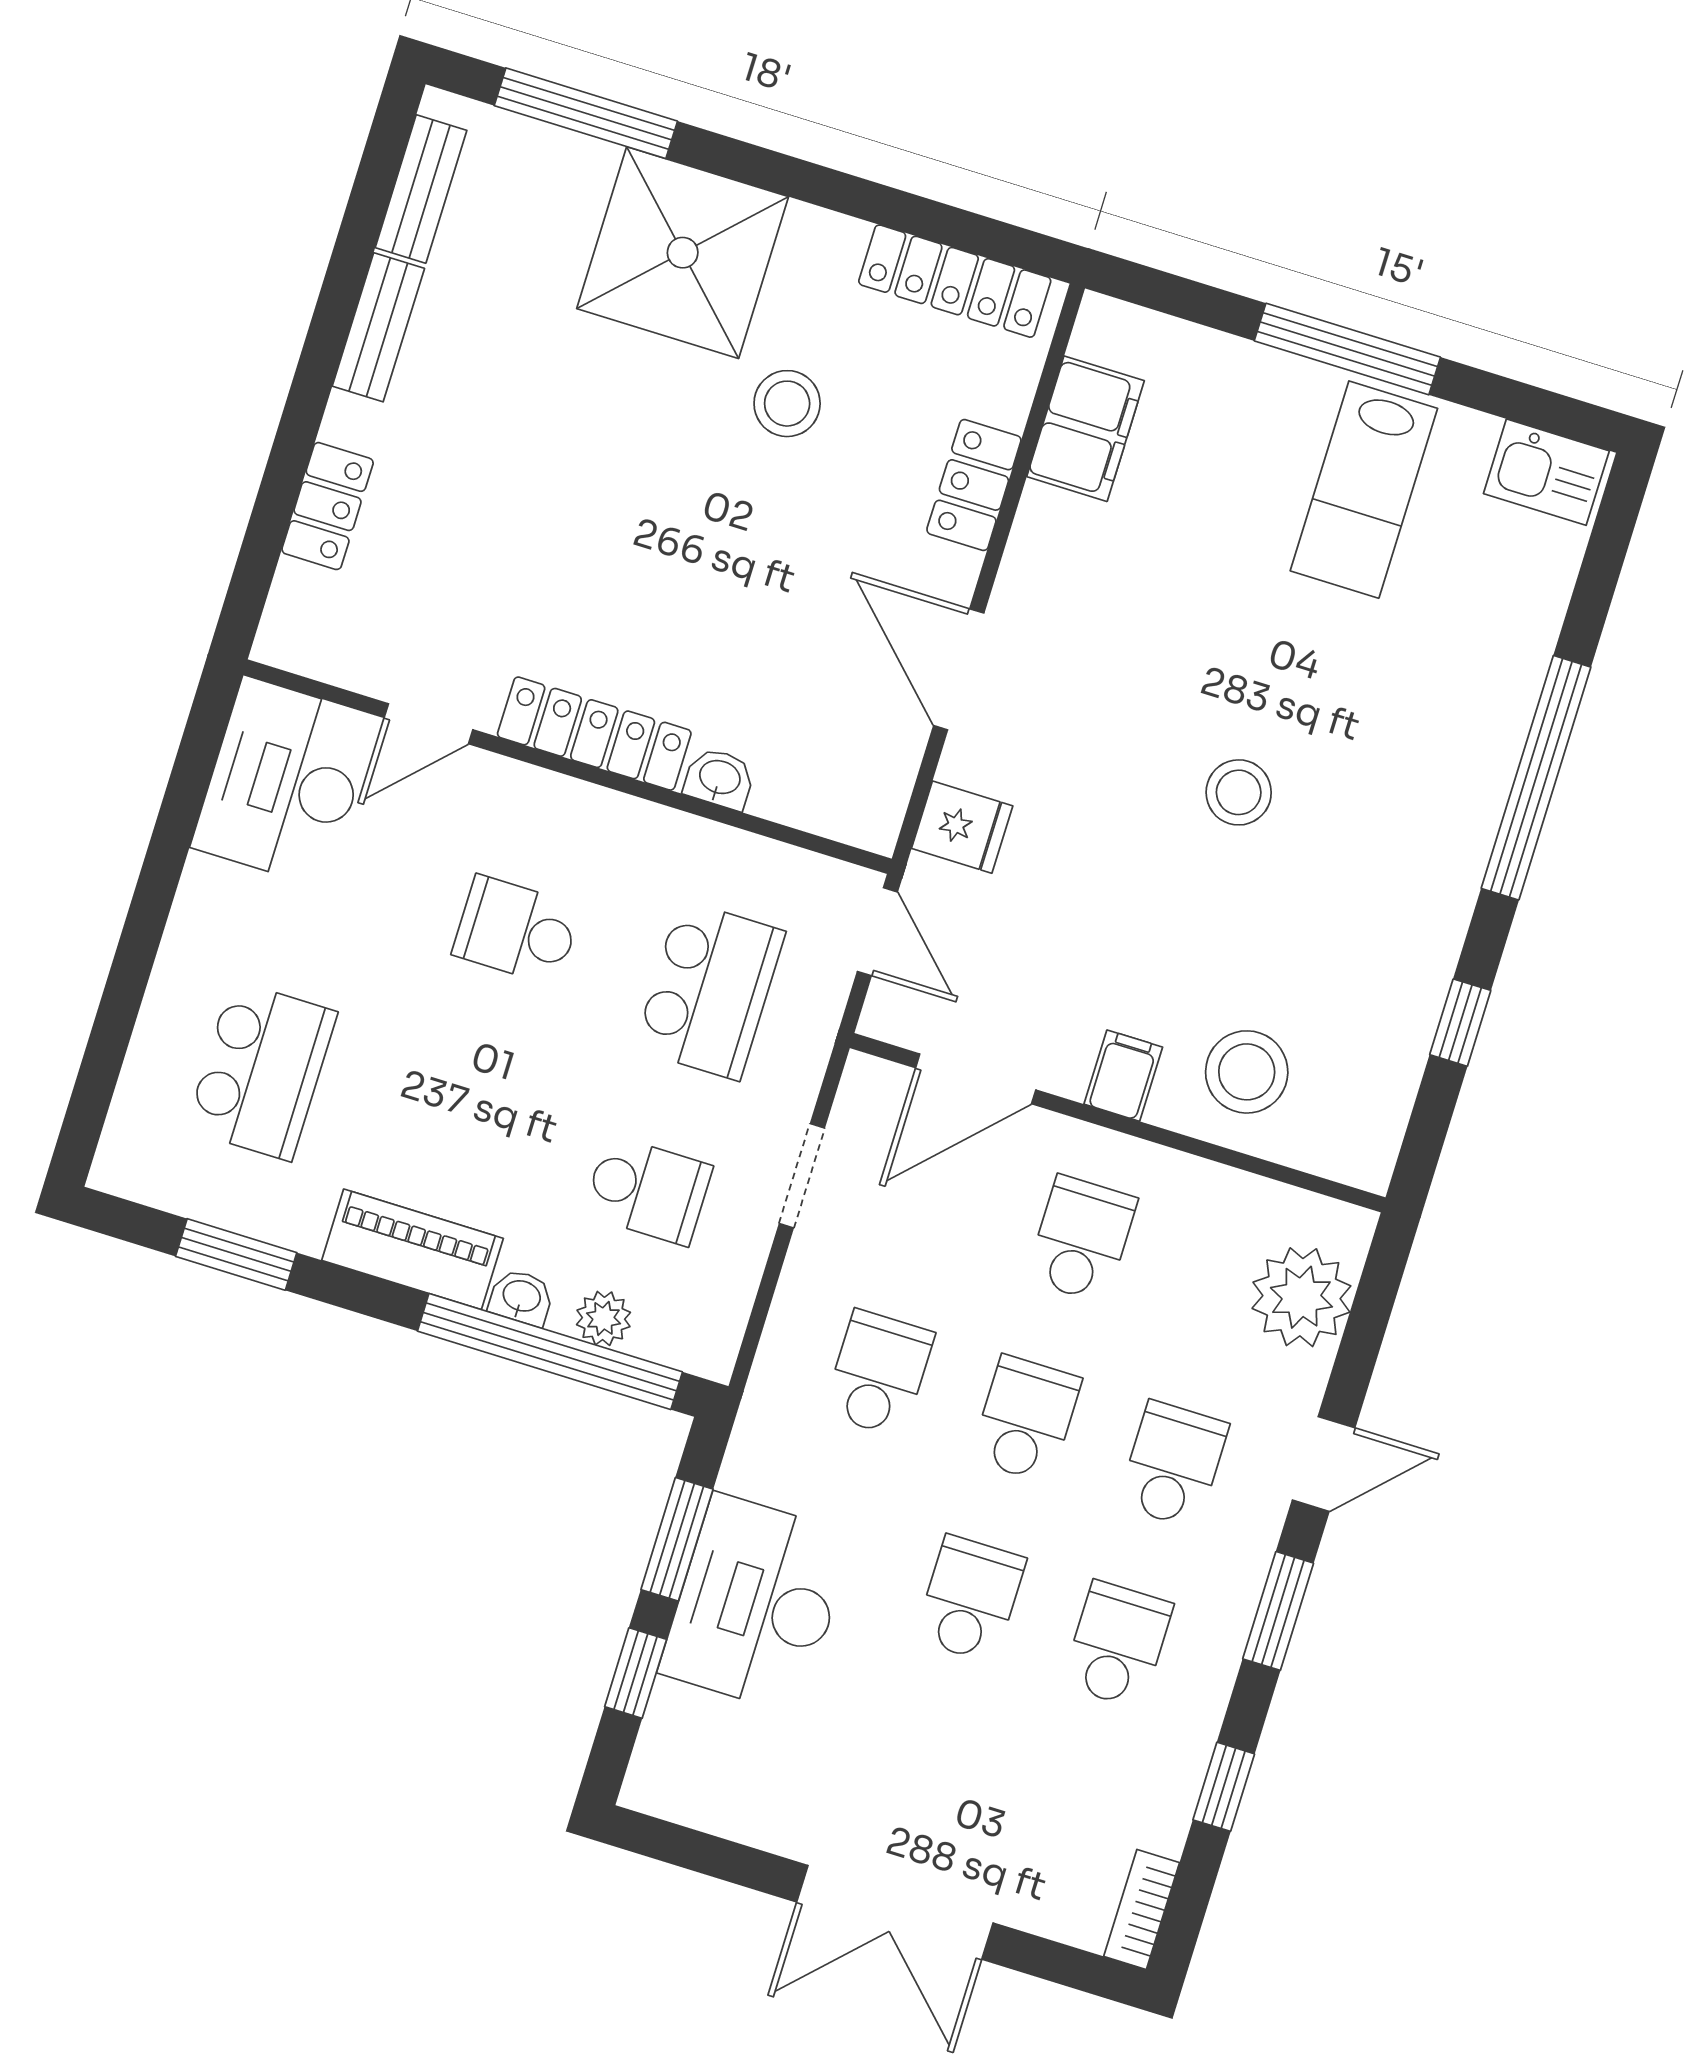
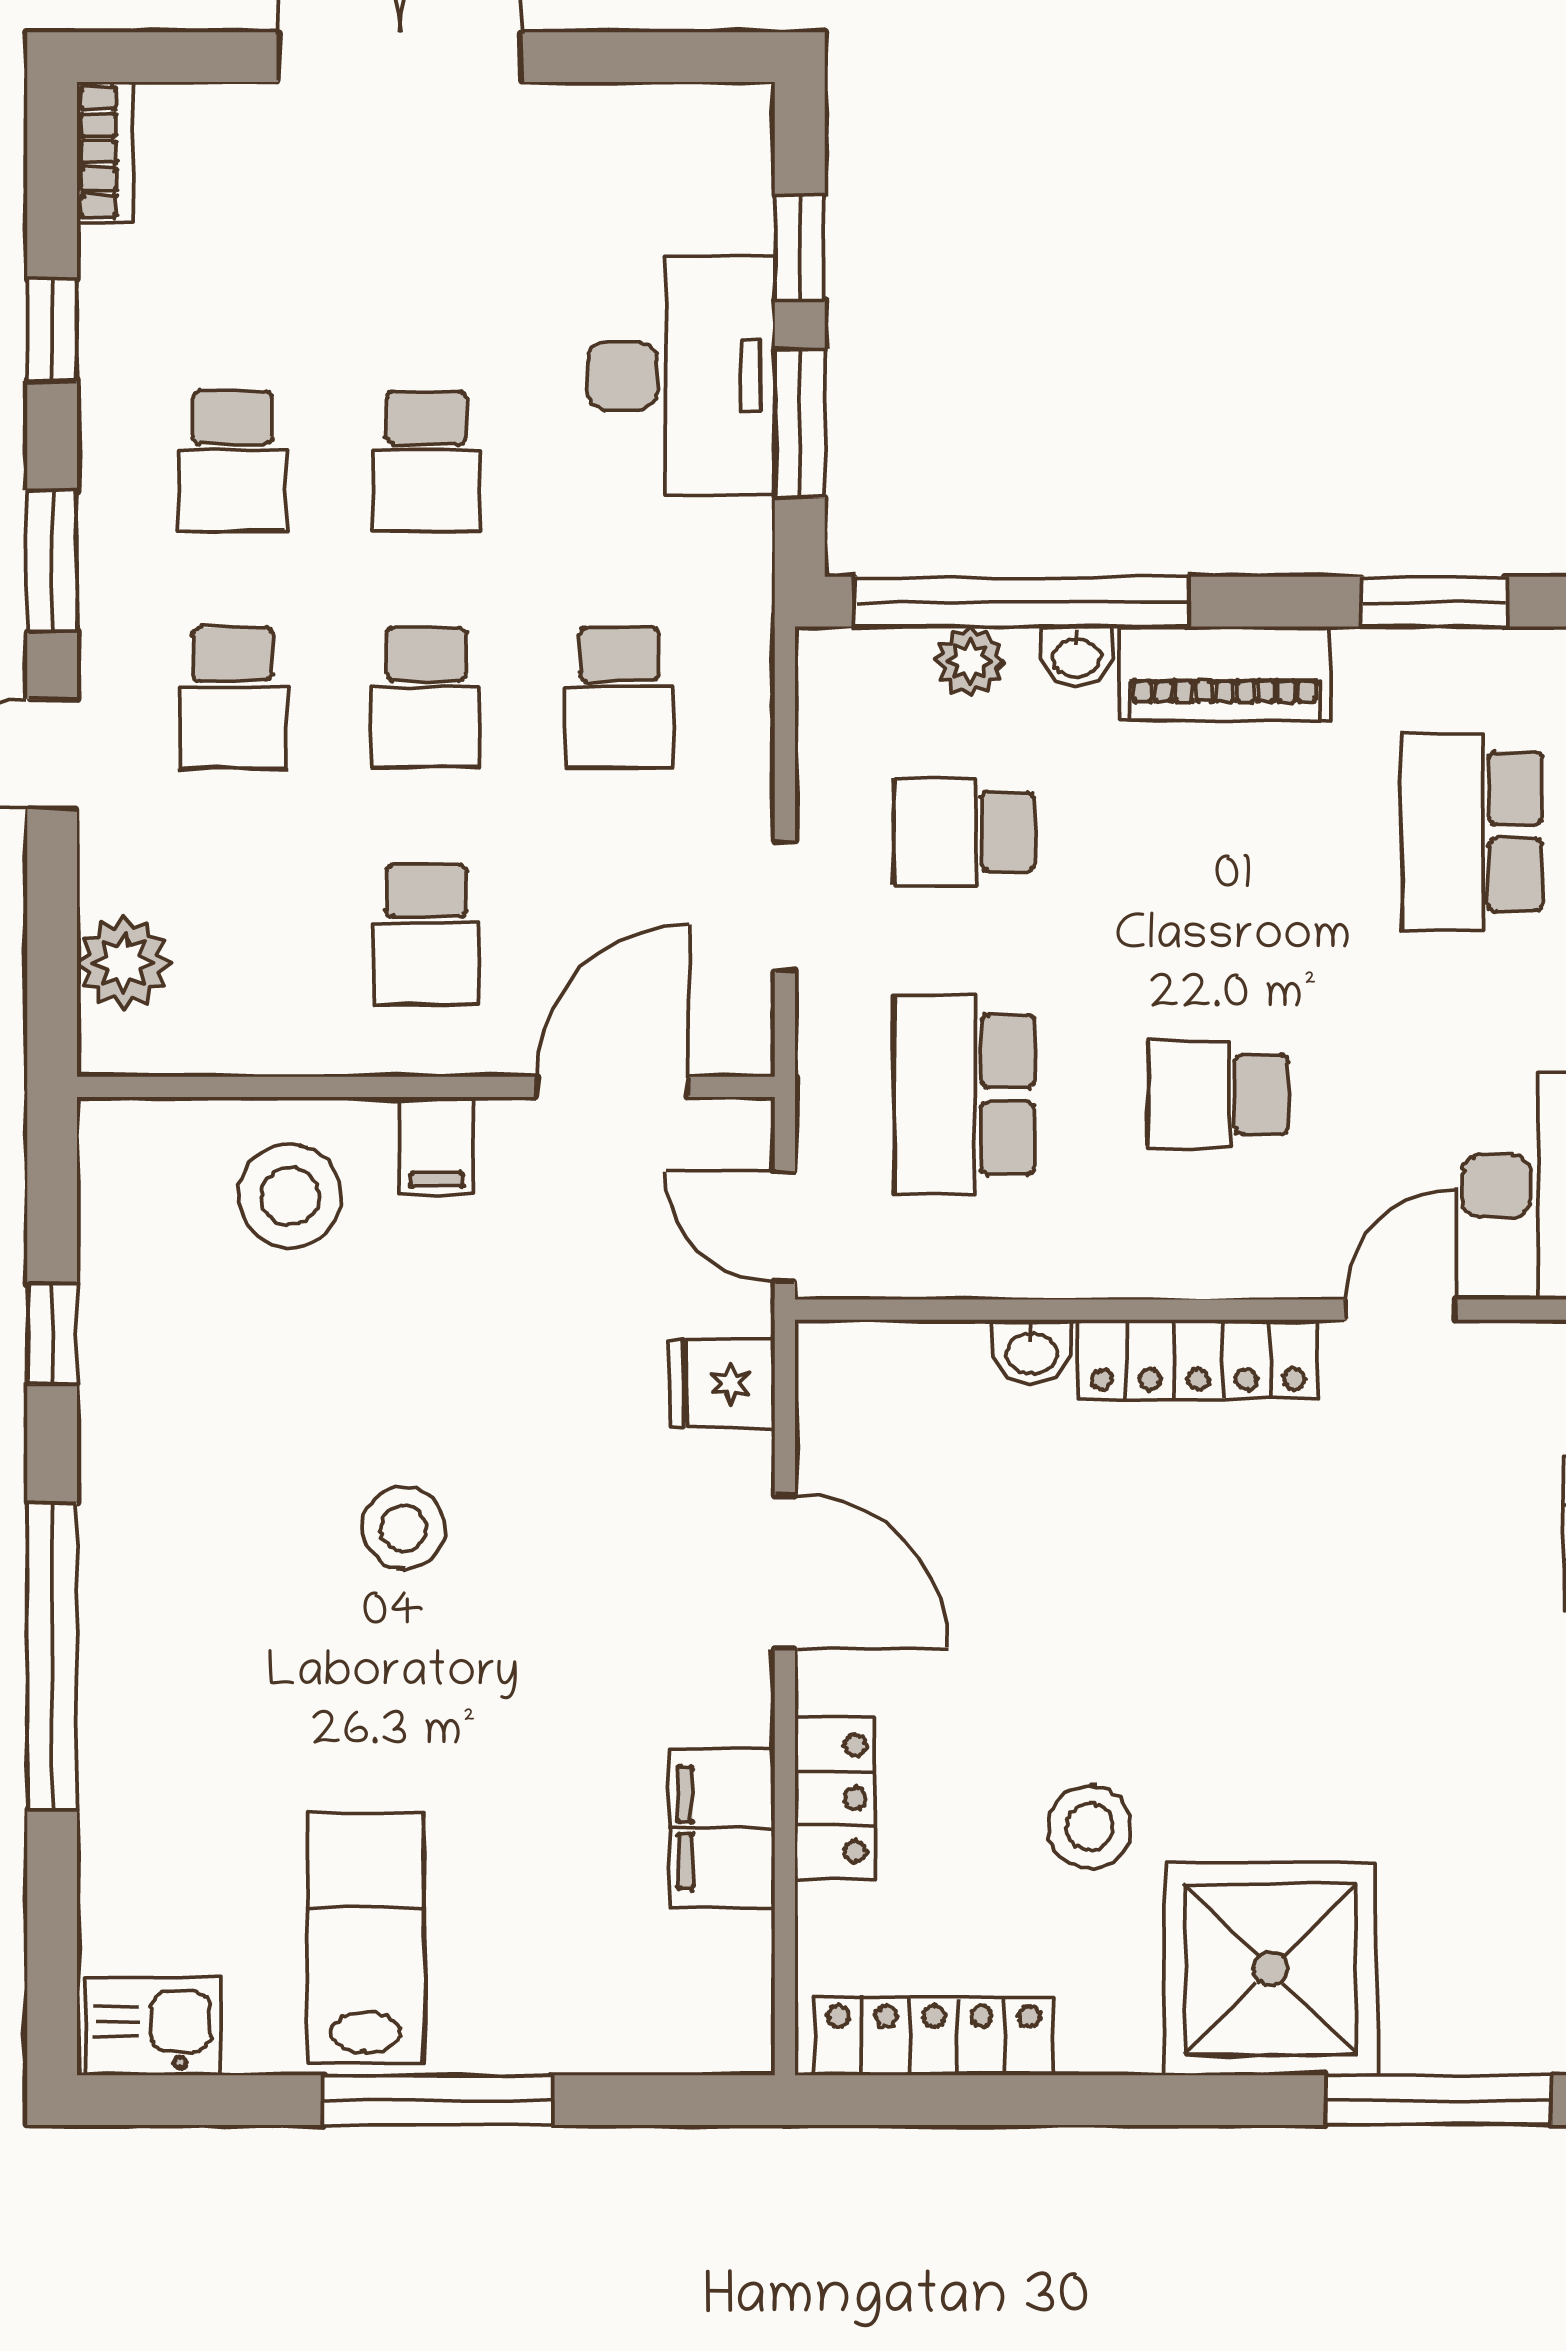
filing cabinet: (1086, 429) -> (722, 1828), moved
school desk: (517, 930) -> (1218, 1095), turned 180
plant: (1301, 1297) -> (124, 963), width x0.73, depth x0.73

